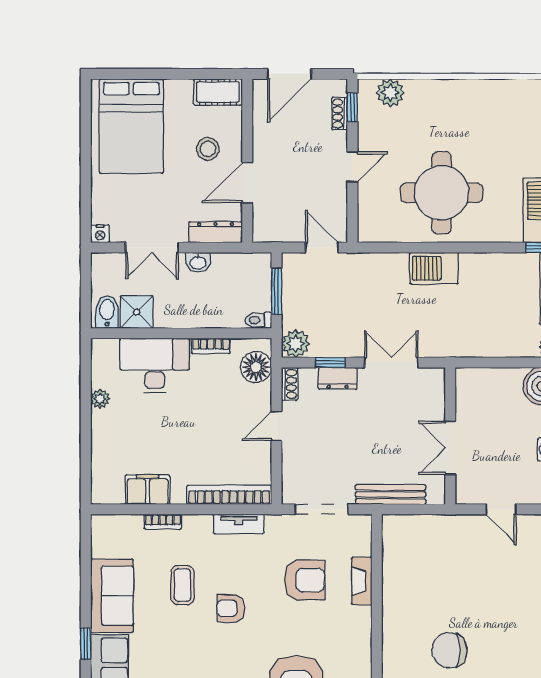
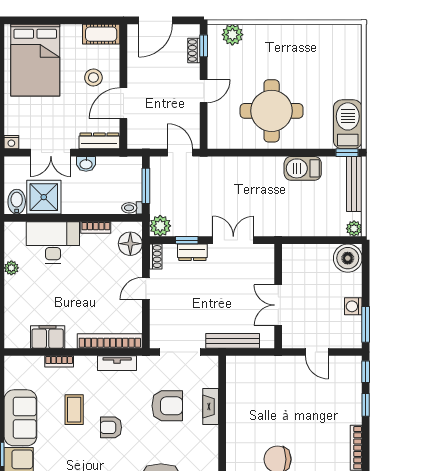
barbecue: (434, 268) -> (303, 168), moved
shower: (137, 312) -> (44, 197), width x1.36, depth x1.36

